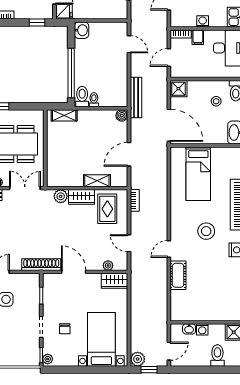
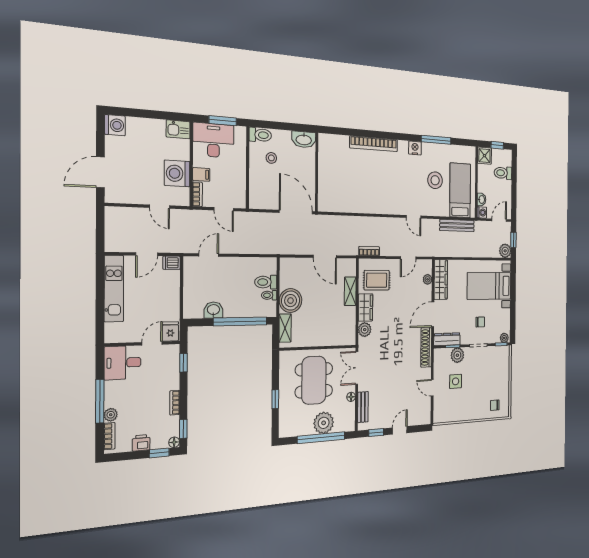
dishwasher: (122, 12) -> (172, 263), added
washing machine: (203, 21) -> (177, 173), width x1.89, depth x1.89
washbasin: (82, 30) -> (213, 310), moved
shower: (178, 89) -> (258, 200), removed
toilet: (82, 97) -> (266, 282), moved
bench: (136, 98) -> (457, 226), moved
boiler: (122, 115) -> (291, 301), moved, width x1.86, depth x1.86
door: (169, 125) -> (296, 212), hinge flipped
bed: (198, 174) -> (460, 190), moved, turned -90
stool: (206, 231) -> (435, 180), moved
cot: (178, 275) -> (437, 208), removed
wardrobe: (115, 281) -> (441, 280), width x1.50
dresser: (49, 289) -> (447, 339), added
plant: (32, 301) -> (457, 355), added
washing machine: (202, 329) -> (482, 212), moved
door: (169, 351) -> (499, 220), hinge flipped

